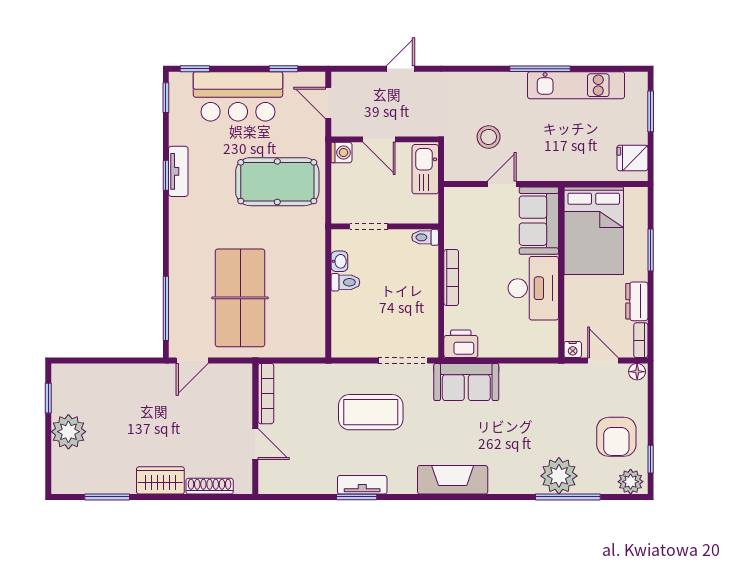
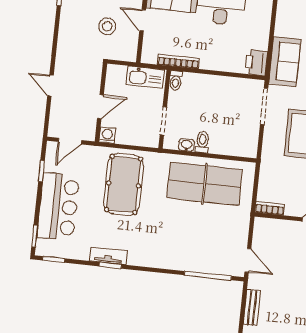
kitchen sink: (425, 169) -> (145, 77), moved
bookcase: (451, 278) -> (178, 61), moved
table tennis table: (240, 298) -> (204, 184), moved
bench: (129, 373) -> (252, 308), added
bookcase: (266, 394) -> (270, 208), width x0.64

